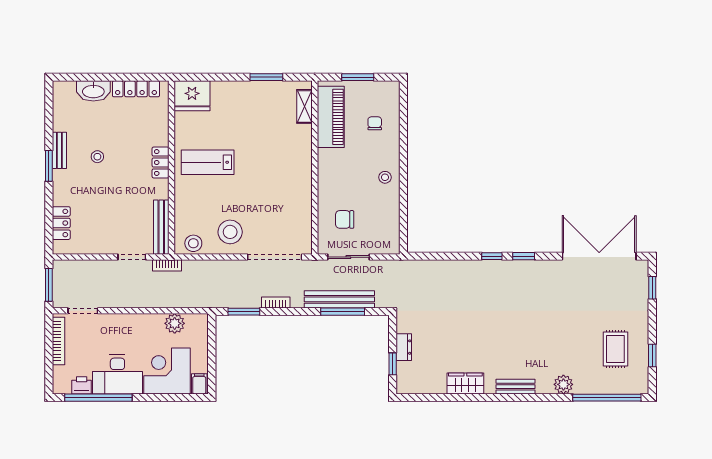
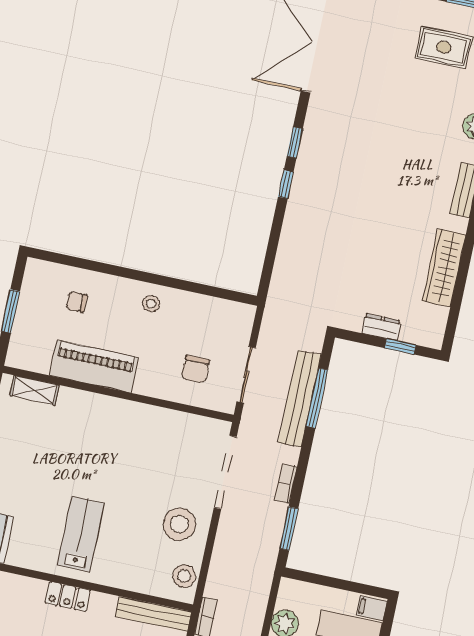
piano: (331, 117) -> (94, 366), moved
lab bench: (208, 162) -> (81, 534), turned 180
wardrobe: (465, 383) -> (444, 268), width x1.50

